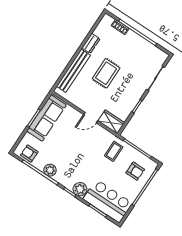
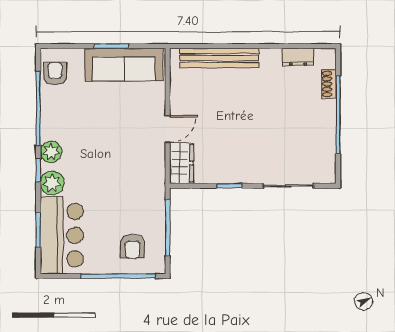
dresser: (91, 43) -> (298, 57), moved
rug: (106, 73) -> (247, 108), removed
door: (91, 118) -> (168, 129), swing flipped
coffee table: (114, 151) -> (140, 195), removed
plant: (50, 170) -> (51, 152), moved

